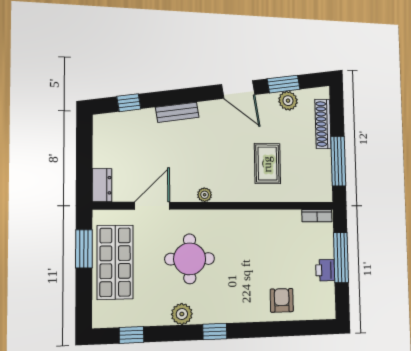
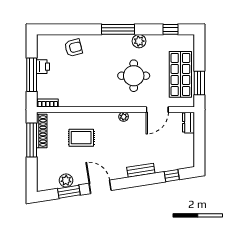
shoe rack: (323, 124) -> (42, 131), moved
rug: (267, 164) -> (81, 138), turned 90
armchair: (282, 300) -> (73, 48), turned -104
window: (215, 331) -> (118, 29), width x2.17

